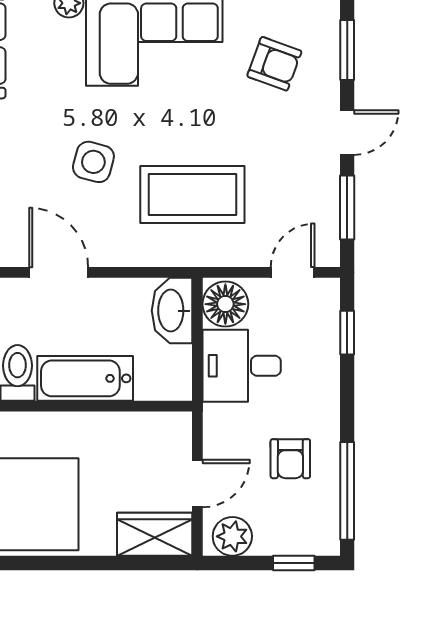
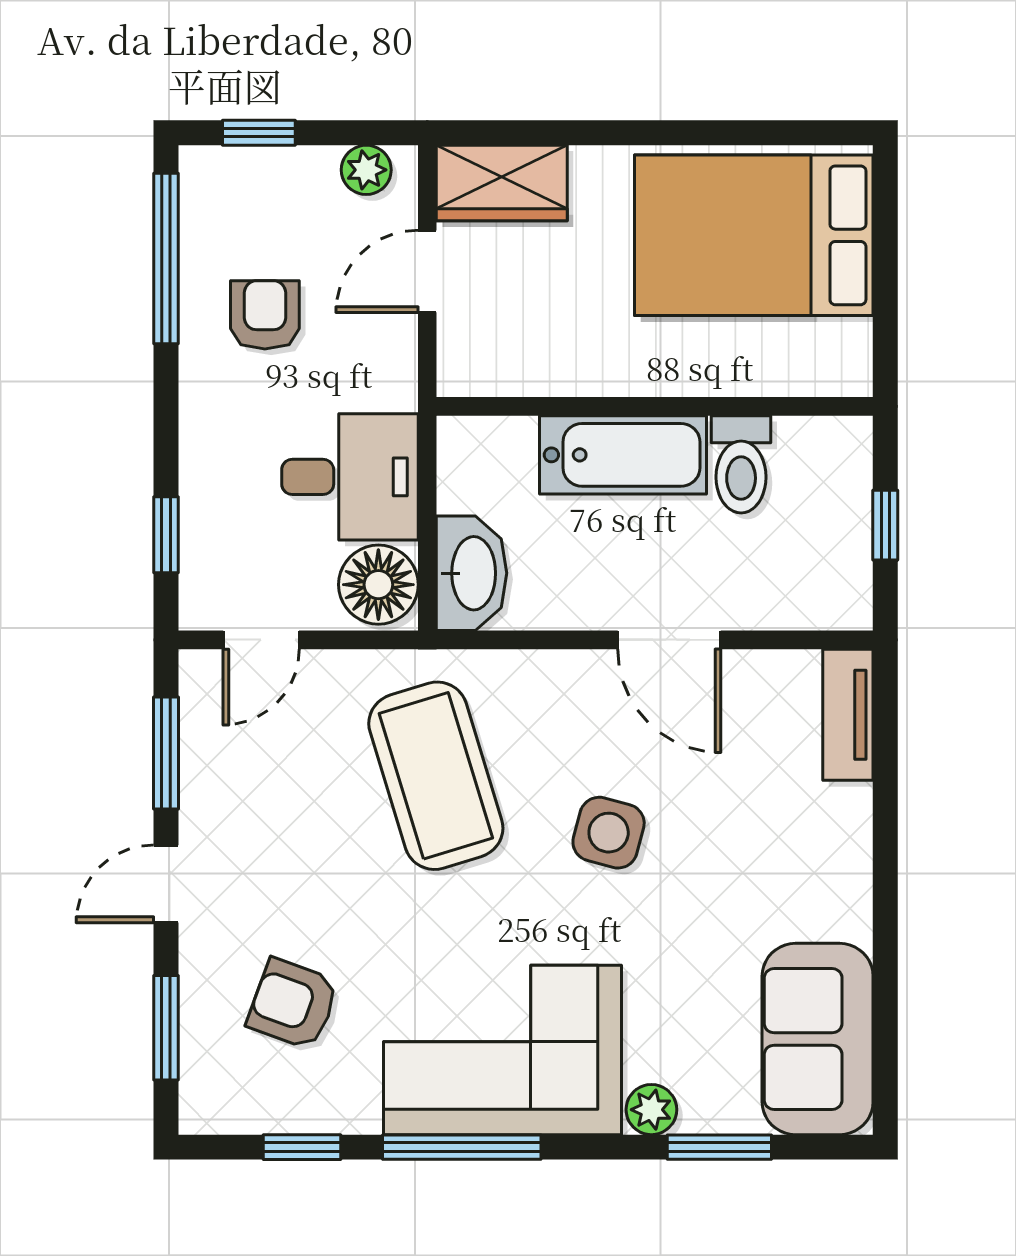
coffee table: (192, 194) -> (436, 776), turned 73
plant: (232, 536) -> (366, 170), width x0.73, depth x0.73

